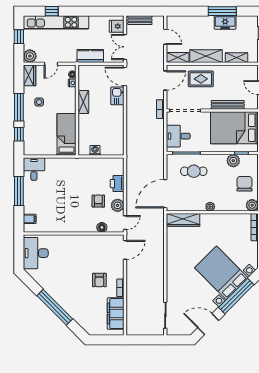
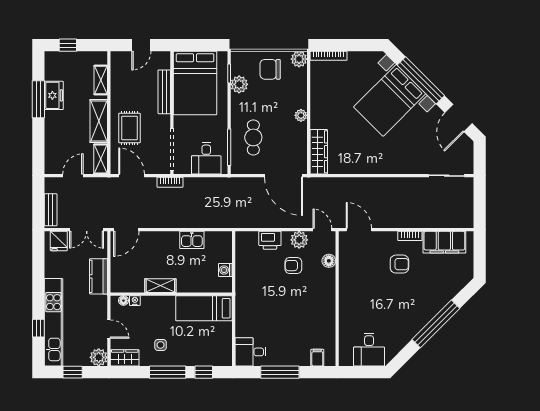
kitchen sink: (117, 96) -> (192, 240), moved
desk: (36, 253) -> (369, 350), width x0.73

